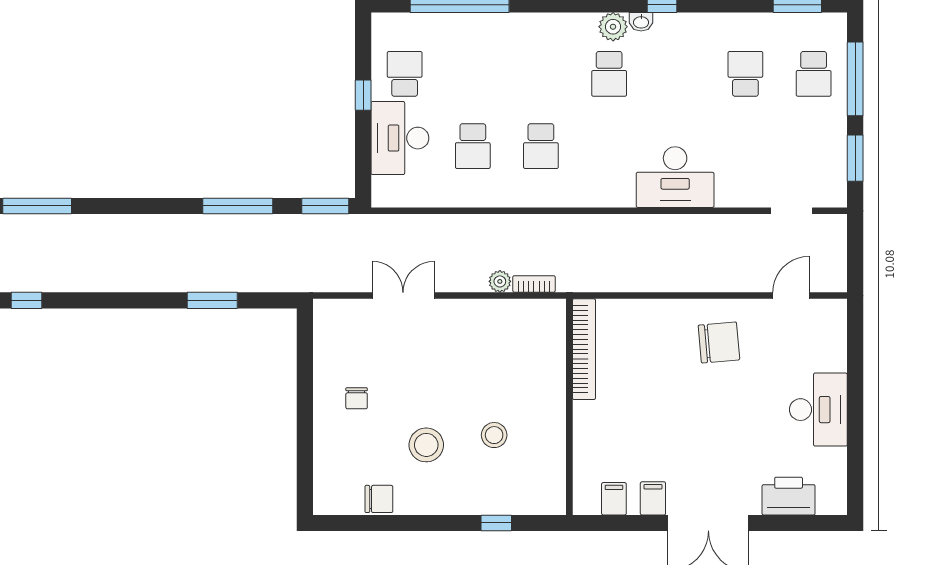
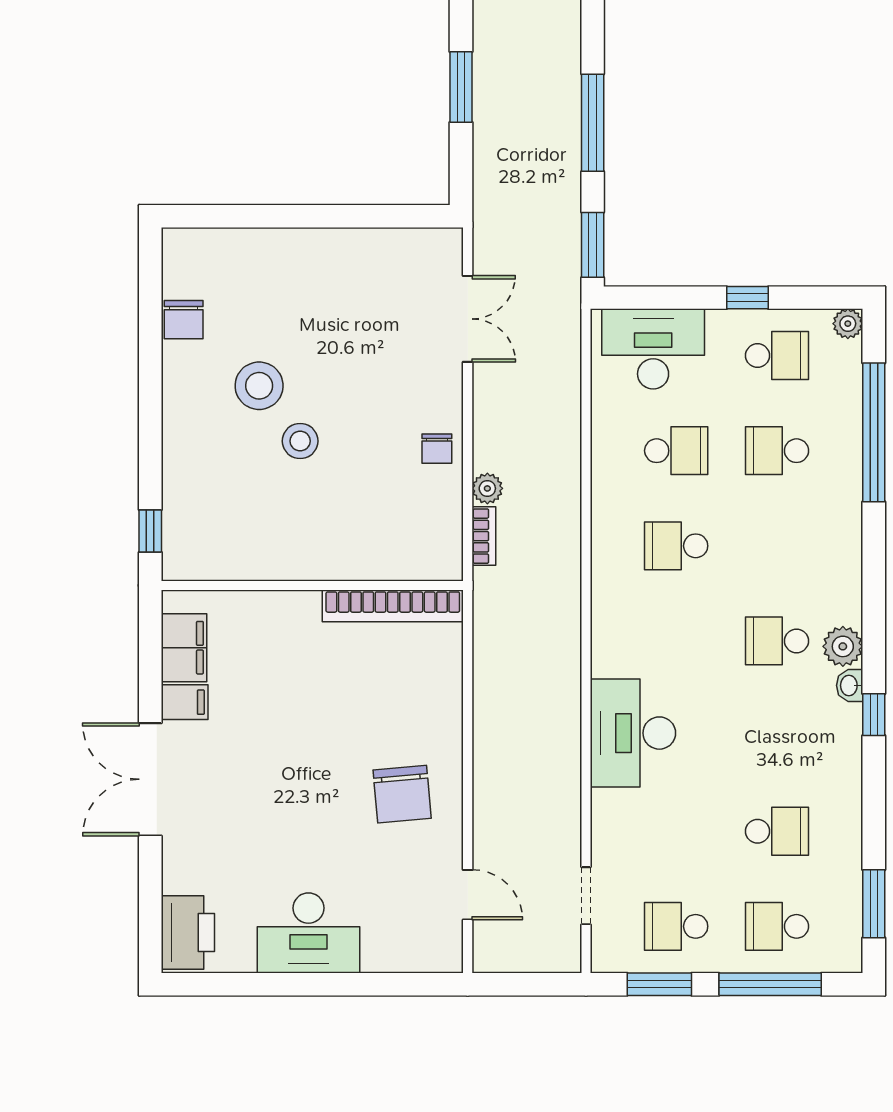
plant: (382, 23) -> (848, 324), added
school desk: (473, 74) -> (777, 451), added
desk: (400, 138) -> (653, 349), moved
school desk: (473, 146) -> (676, 451), turned 180
school desk: (814, 146) -> (676, 926), added
double door: (403, 296) -> (468, 319), moved
chair: (357, 398) -> (437, 449), moved, turned -90
stool: (494, 435) -> (300, 441), moved
printer: (789, 496) -> (188, 932), moved
filing cabinet: (614, 499) -> (184, 648), width x2.00
window: (496, 523) -> (150, 531), moved

